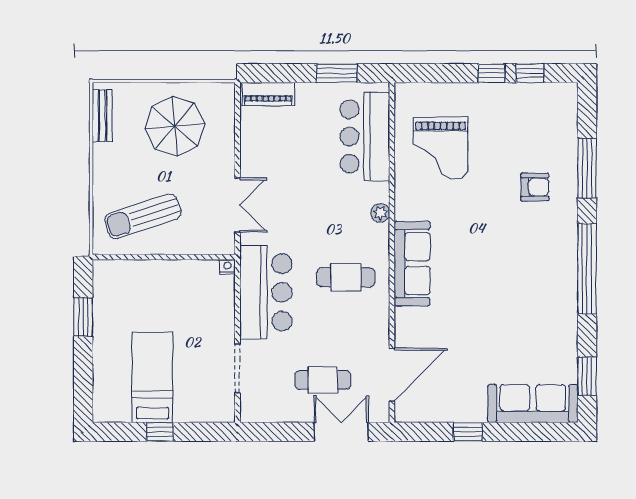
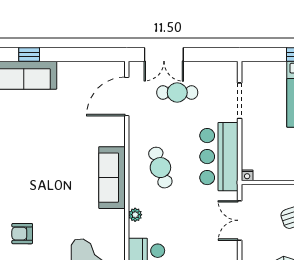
cafe table: (346, 277) -> (160, 168), turned 72
window: (468, 432) -> (29, 55), moved

